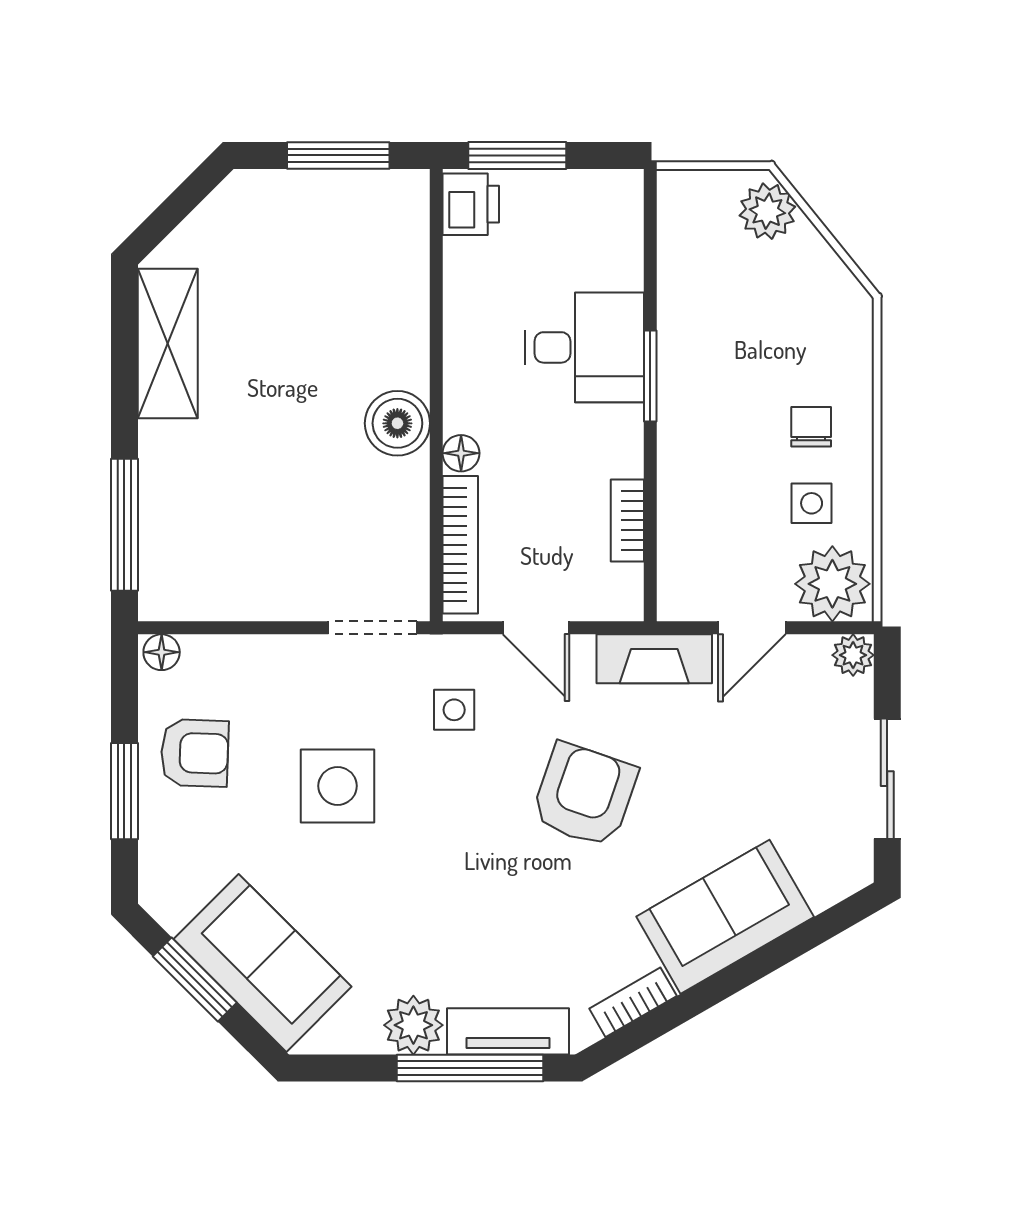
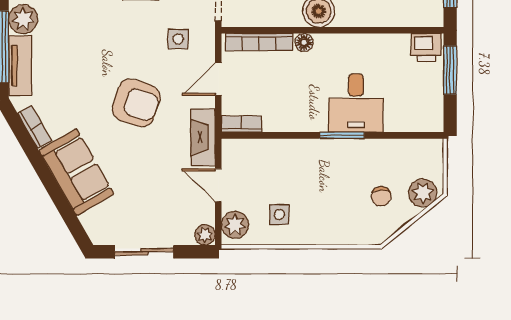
chair: (811, 427) -> (381, 196), moved, turned 90
bookcase: (627, 520) -> (242, 124), moved
plant: (832, 584) -> (235, 225), width x0.73, depth x0.73

